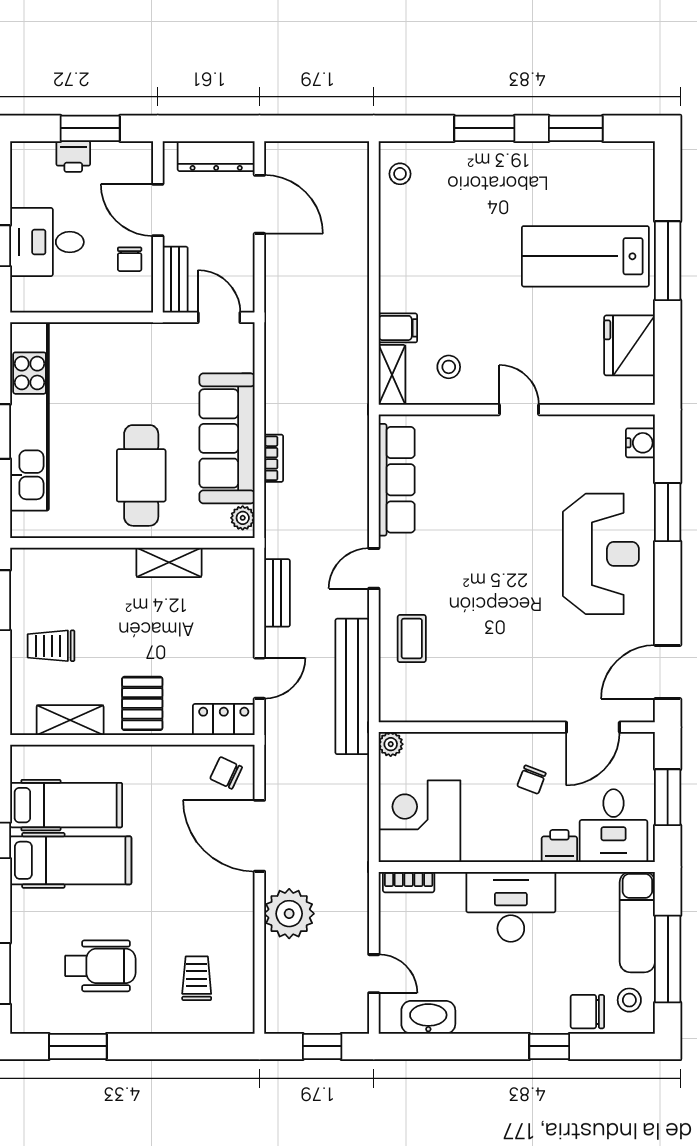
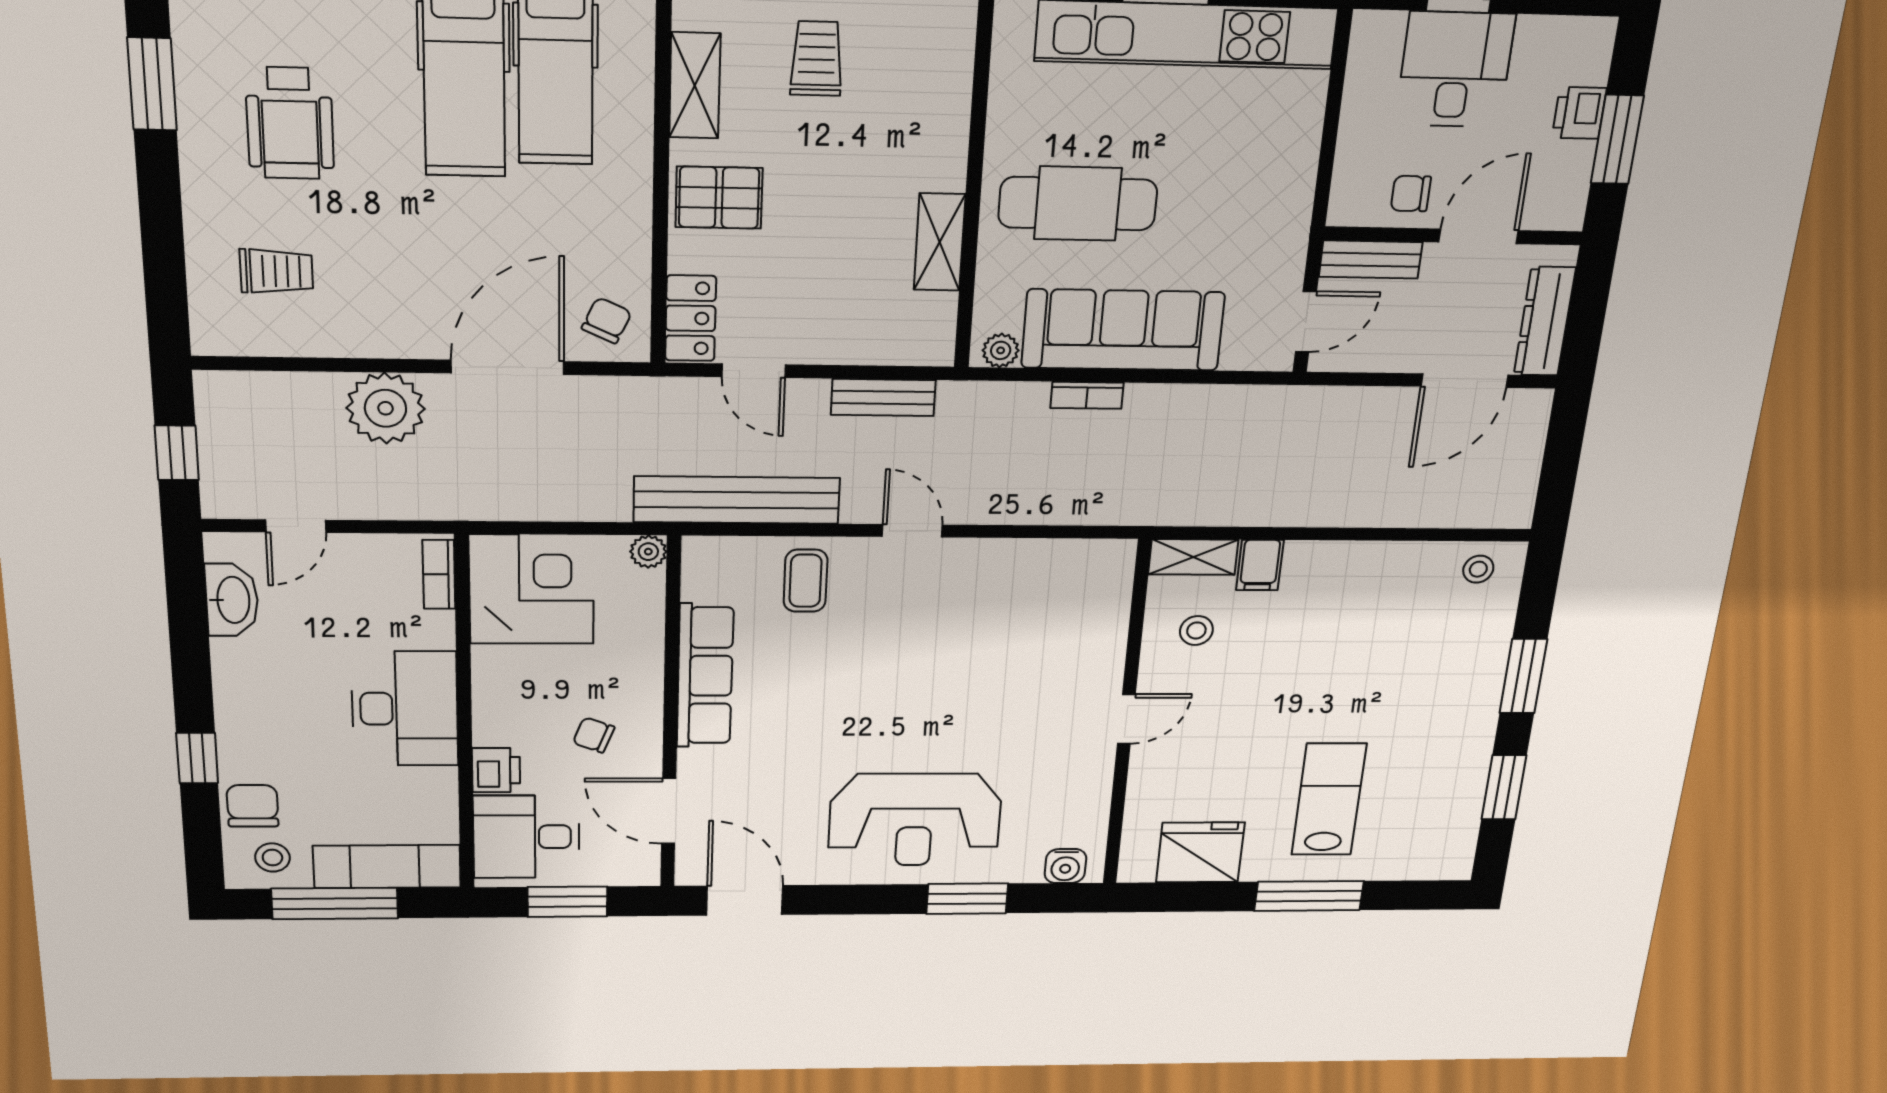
lab bench: (585, 256) -> (1329, 799), width x0.73, depth x0.72
row of seats: (397, 480) -> (705, 676), moved, turned -90
coffee table: (412, 639) -> (806, 581), turned 90

